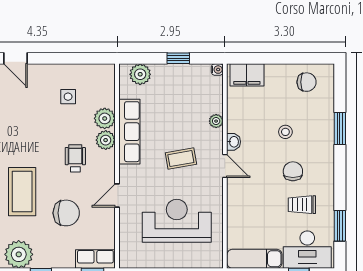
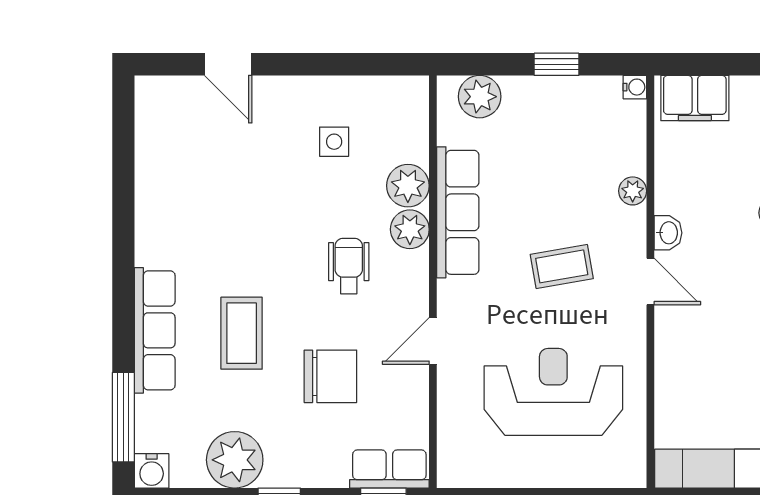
coffee table: (22, 192) -> (242, 333), width x0.73, depth x0.76

